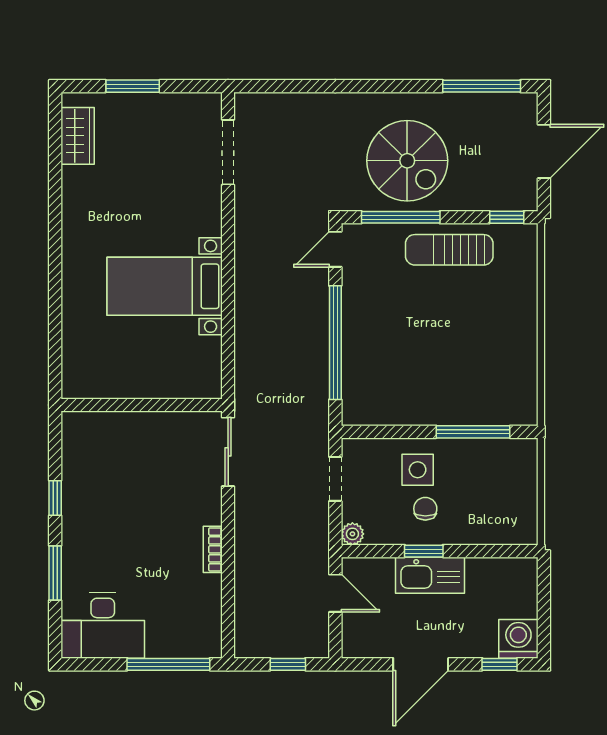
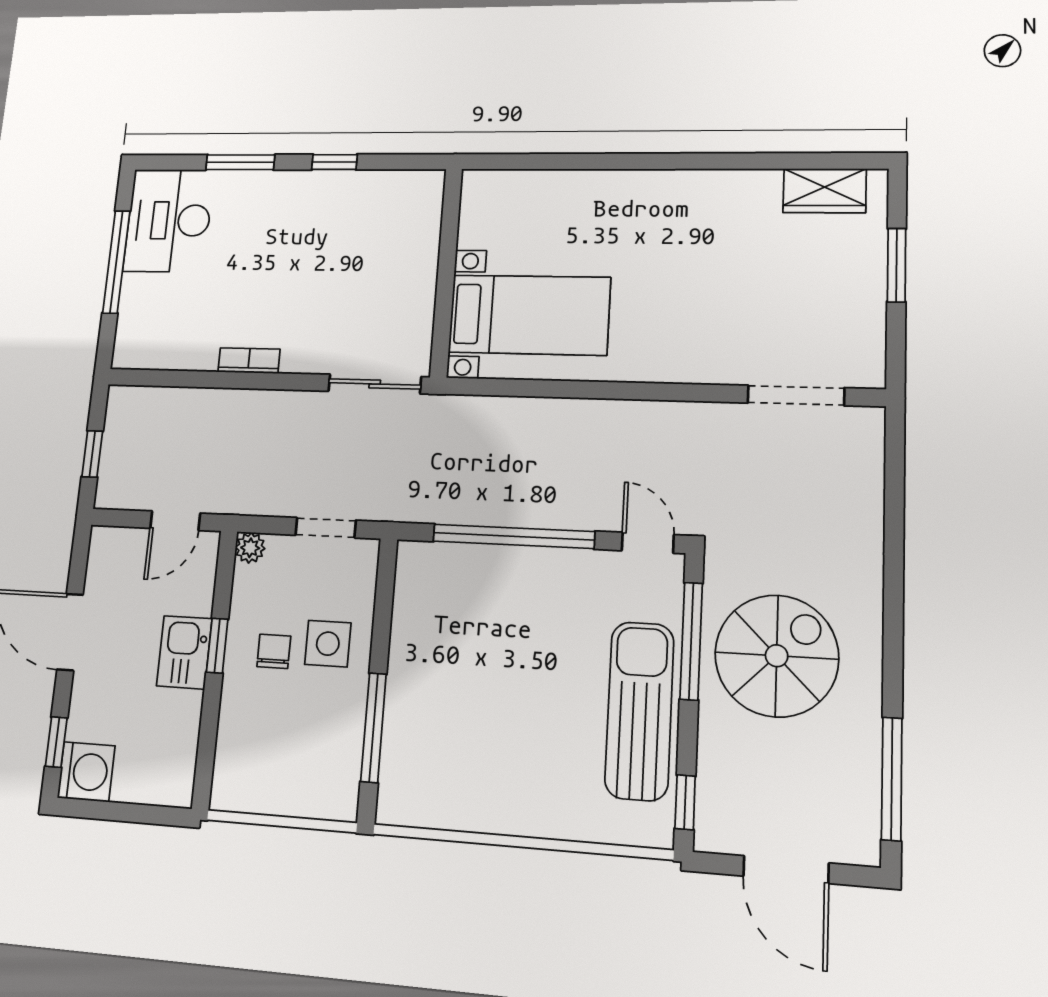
spiral stairs: (407, 161) -> (777, 656), turned 180
sun lounger: (449, 250) -> (639, 711), width x1.36, depth x1.34
bed with nightstands: (165, 286) -> (529, 315), moved, turned 90
chair: (425, 509) -> (274, 651), turned -90
kitchen sink: (430, 575) -> (184, 652), width x0.73
window: (168, 664) -> (116, 262), moved

